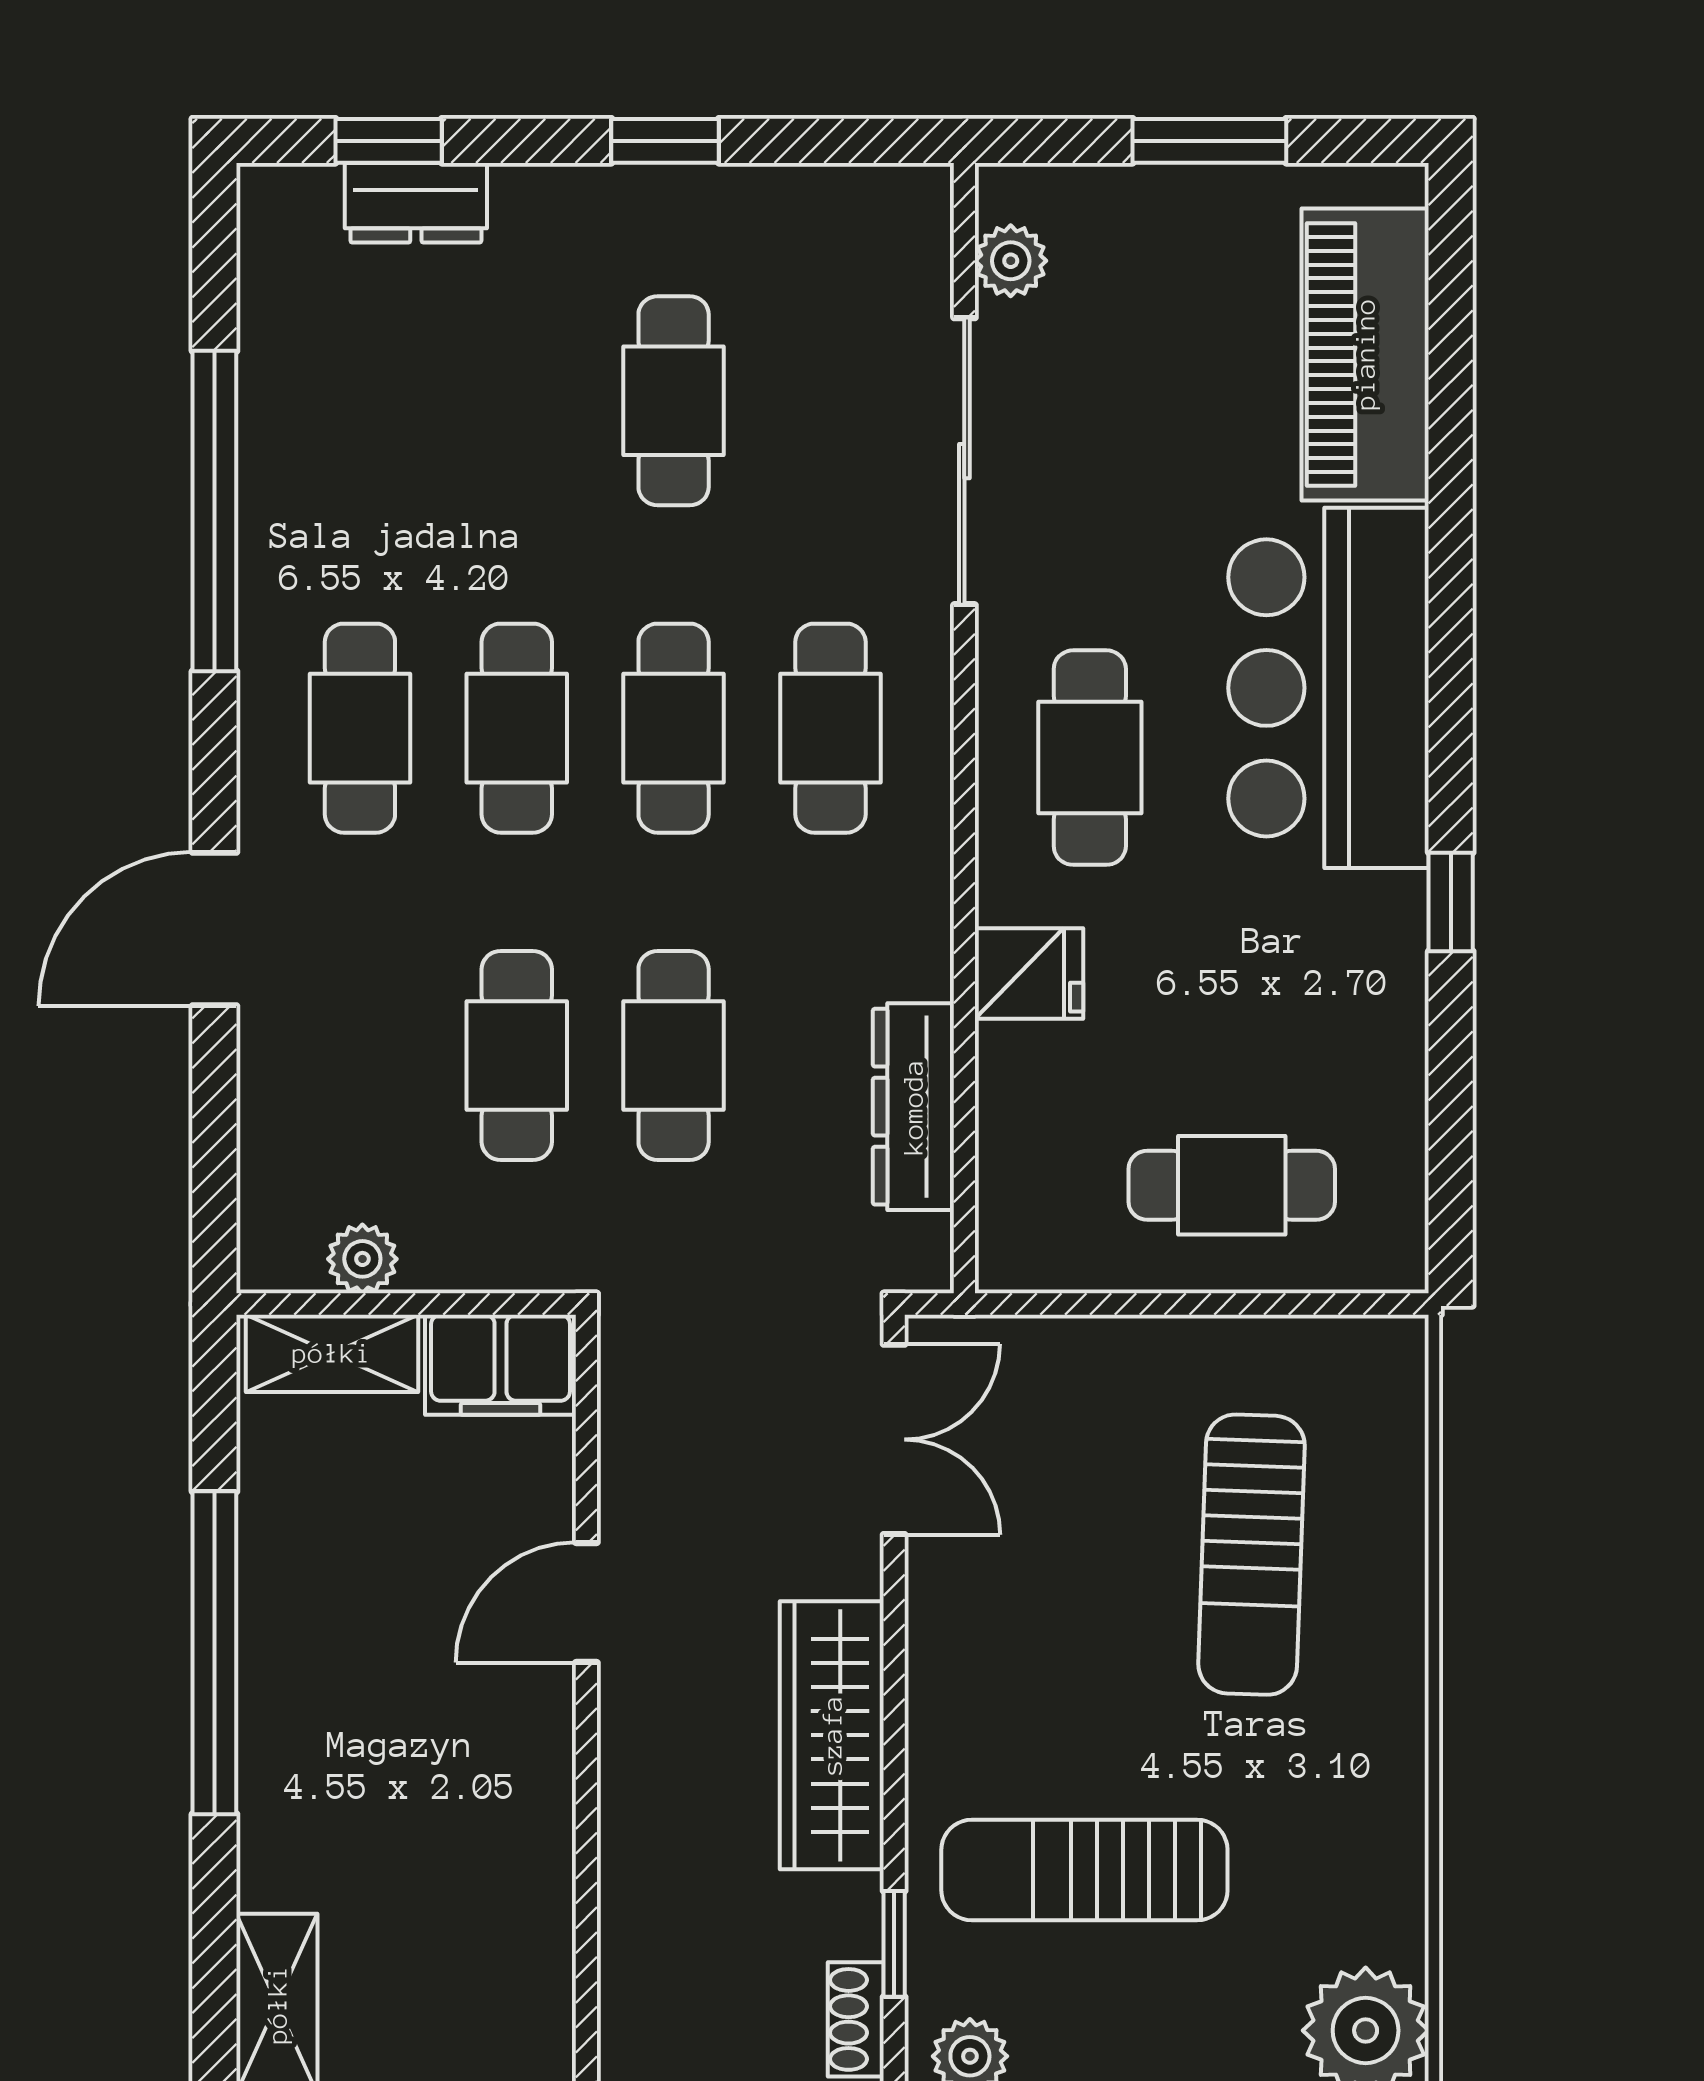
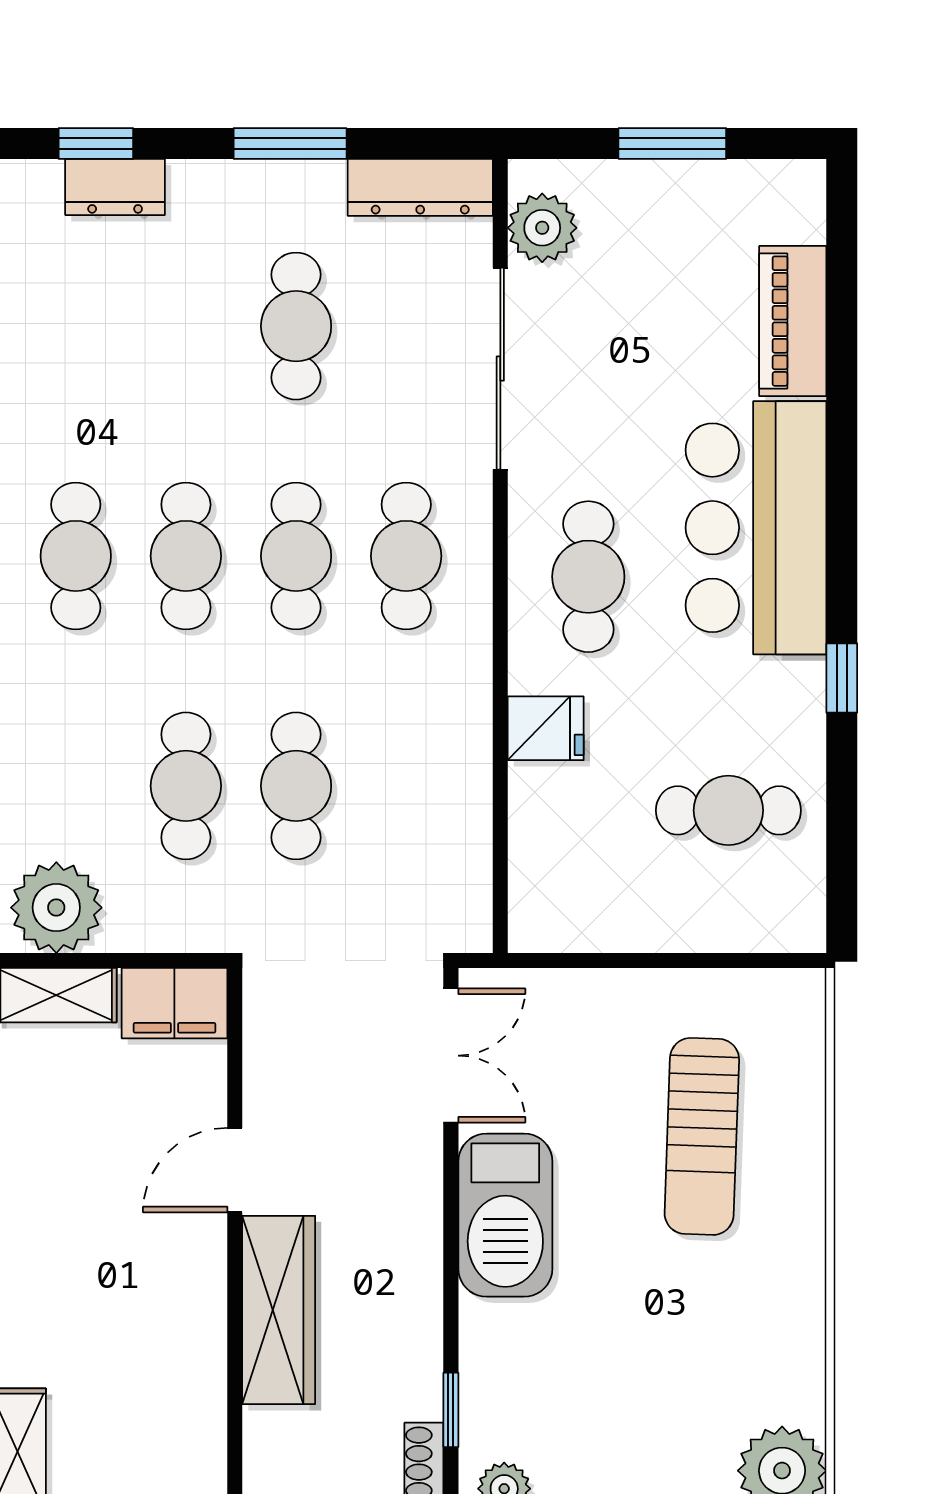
window: (665, 141) -> (290, 144), width x1.50
plant: (1011, 261) -> (542, 228), width x1.38, depth x1.38
piano: (1365, 354) -> (793, 321), width x0.73, depth x0.75
dresser: (913, 1107) -> (420, 187), moved, turned -90
cafe table: (1232, 1185) -> (728, 810), moved
plant: (362, 1259) -> (56, 908), width x1.88, depth x1.88
barbecue: (972, 1667) -> (505, 1215), added
wardrobe: (832, 1735) -> (279, 1310), moved, turned 180
sun lounger: (1084, 1870) -> (585, 1358), removed

